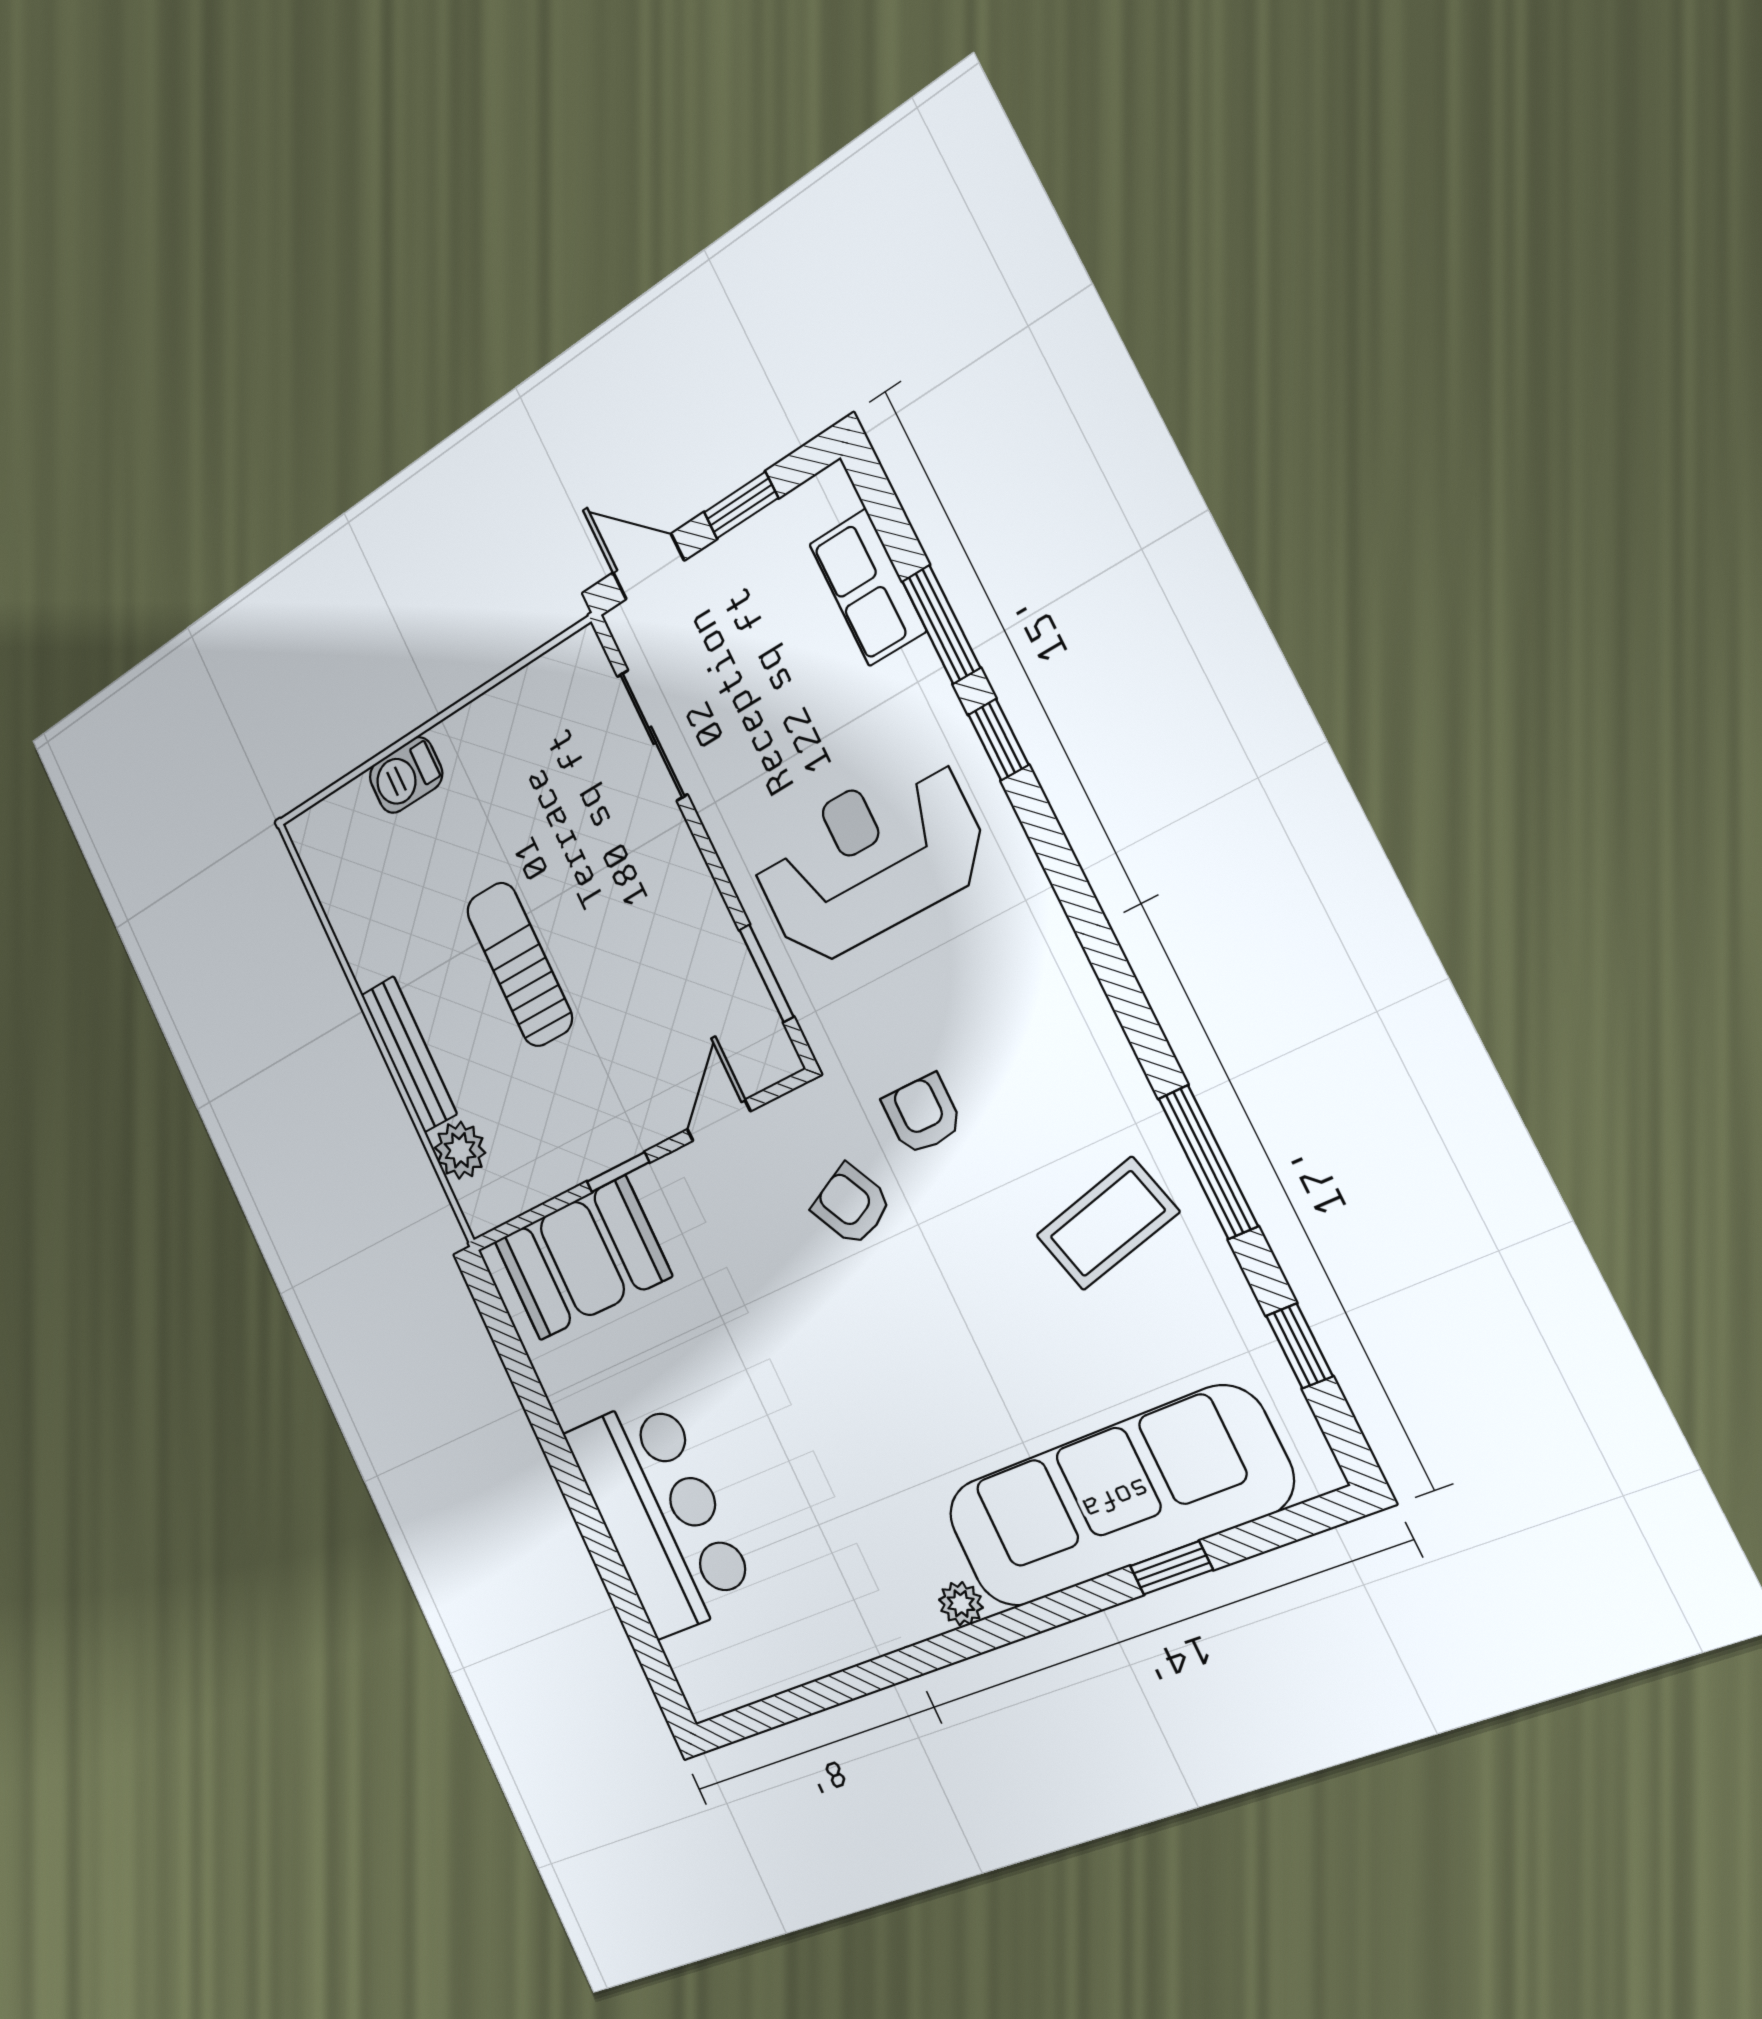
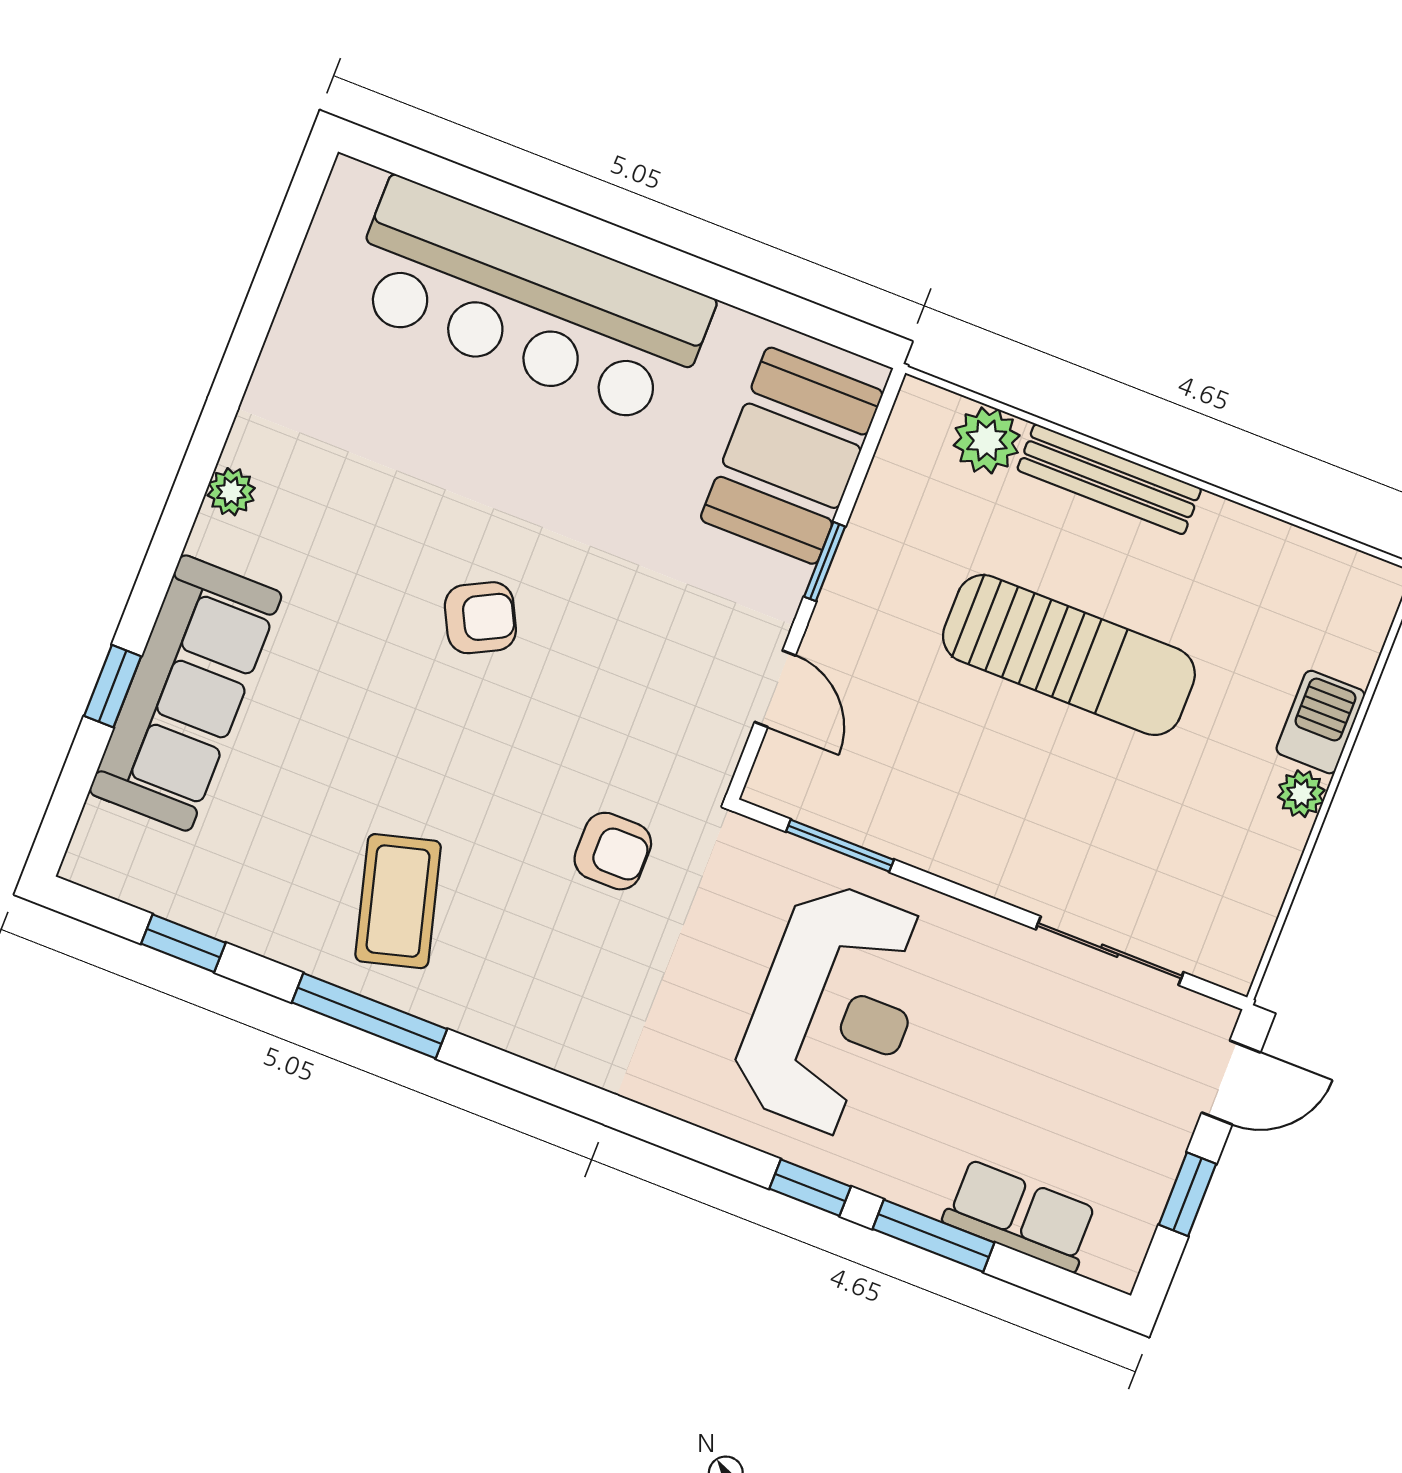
plant: (452, 737) -> (1301, 794), added
sun lounger: (519, 964) -> (1069, 655), width x1.36, depth x1.34
armchair: (852, 1205) -> (480, 618), moved
sofa: (1116, 1498) -> (186, 693), width x0.74, depth x0.79
bar counter: (660, 1515) -> (529, 303), width x1.36

